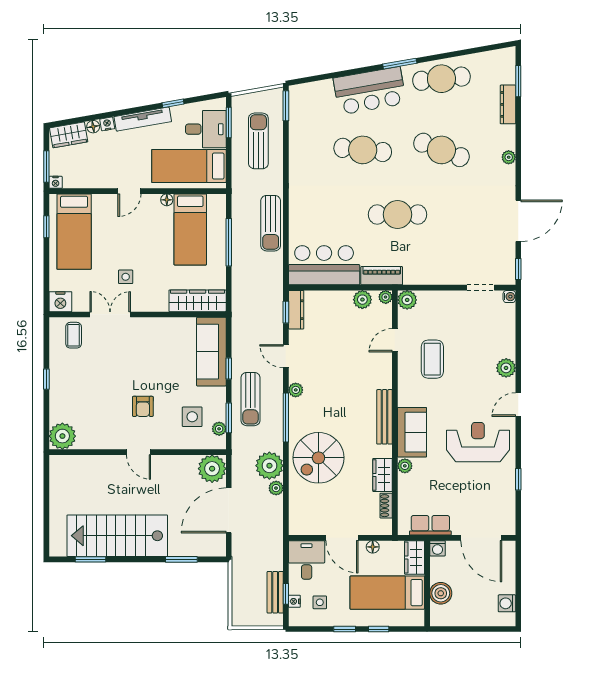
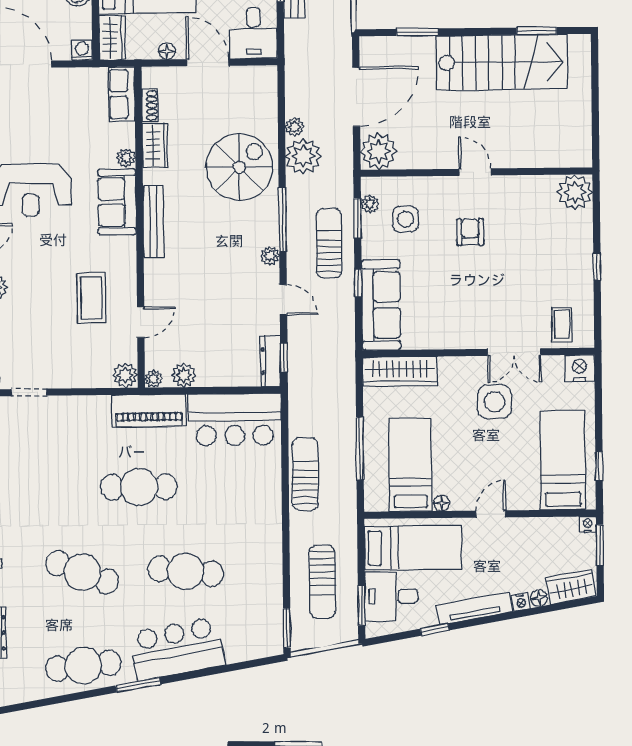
piano: (382, 276) -> (149, 411), width x1.37, depth x1.33
side table: (126, 277) -> (494, 402), width x1.87, depth x1.87
row of seats: (430, 525) -> (122, 94), moved, turned 90

